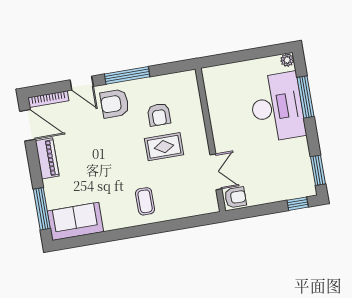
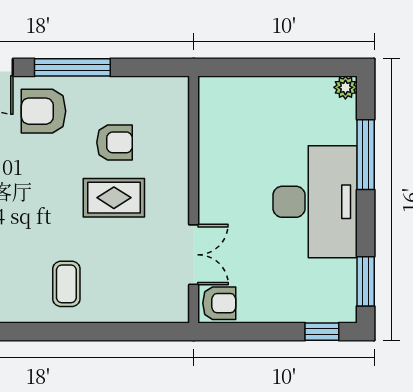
desk: (277, 107) -> (315, 202), moved
armchair: (159, 115) -> (115, 142), turned -90

